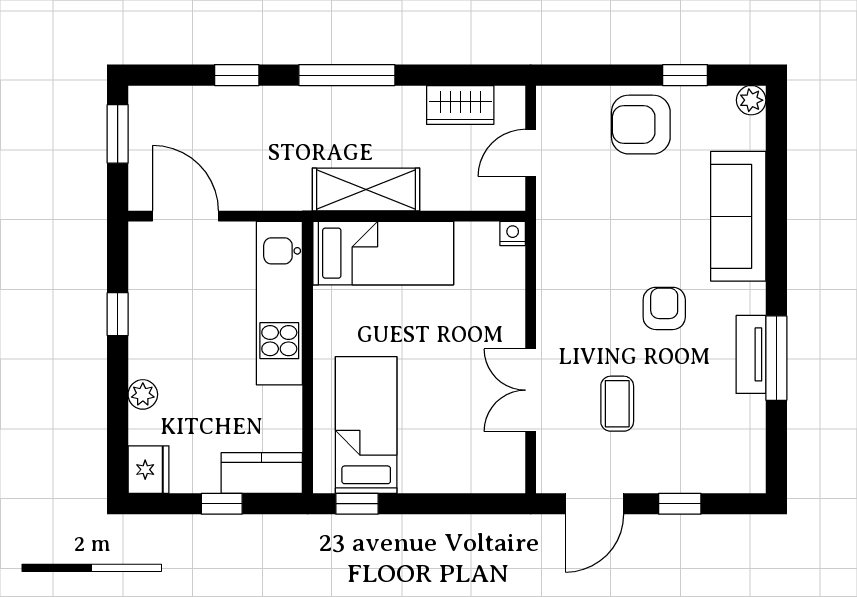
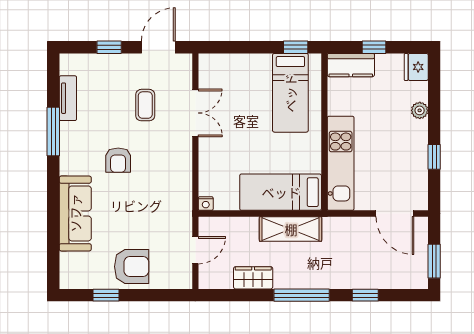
plant: (751, 100) -> (68, 281), removed
wardrobe: (460, 105) -> (253, 278), moved
tv unit: (751, 354) -> (68, 98), moved

